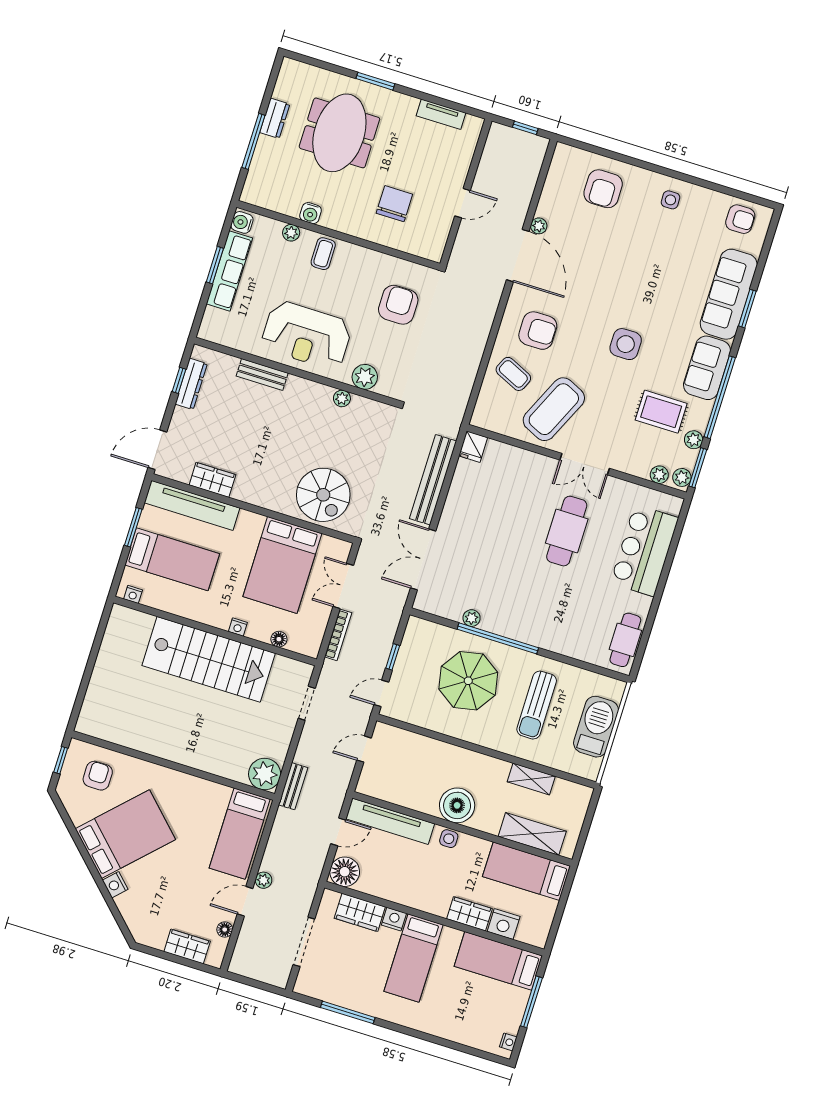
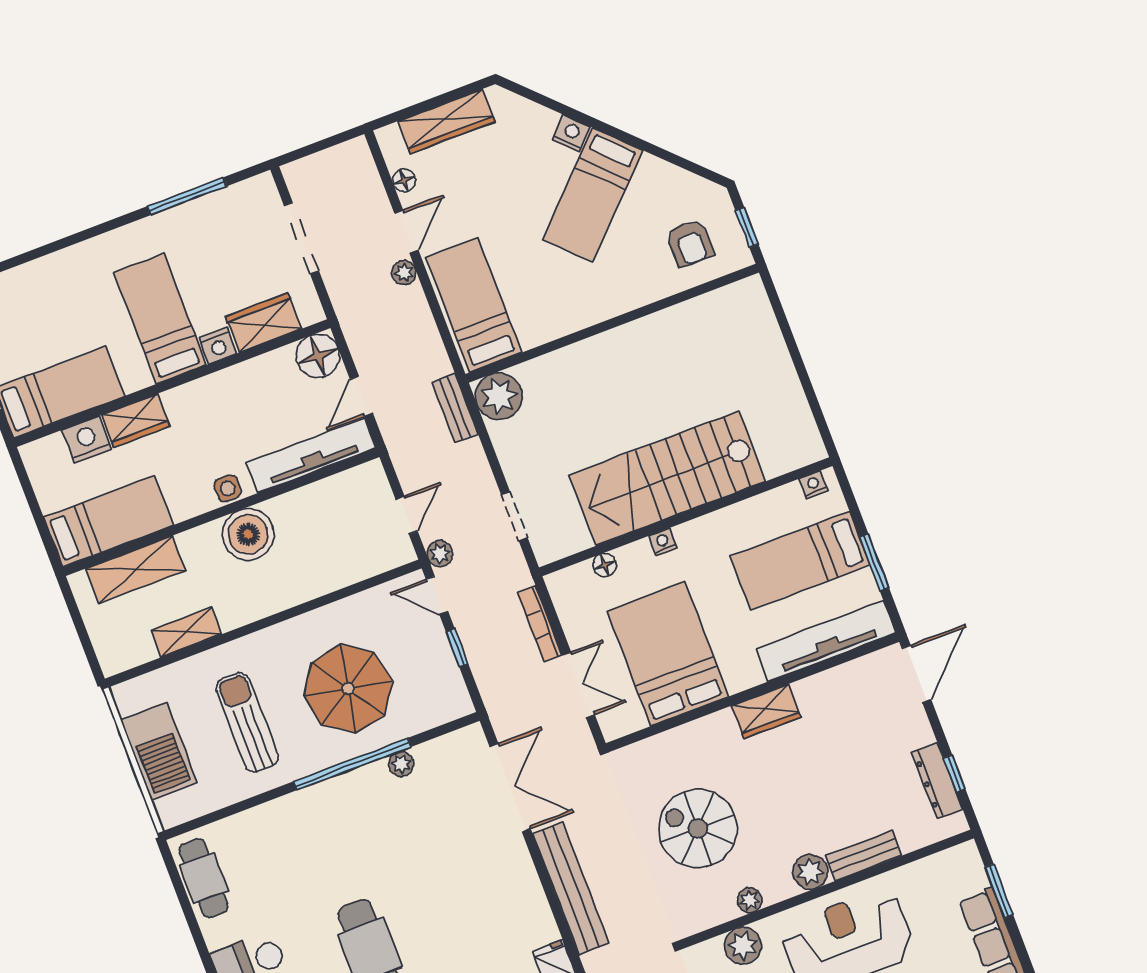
window: (215, 265) -> (999, 891), moved
plant: (298, 388) -> (810, 872), added
wardrobe: (212, 480) -> (766, 711), moved
spiral stairs: (323, 495) -> (698, 828), moved
door: (381, 693) -> (437, 595), swing flipped
plant: (362, 714) -> (440, 554), added
bed: (125, 834) -> (593, 195), width x0.67
wardrobe: (187, 946) -> (446, 121), width x1.50

